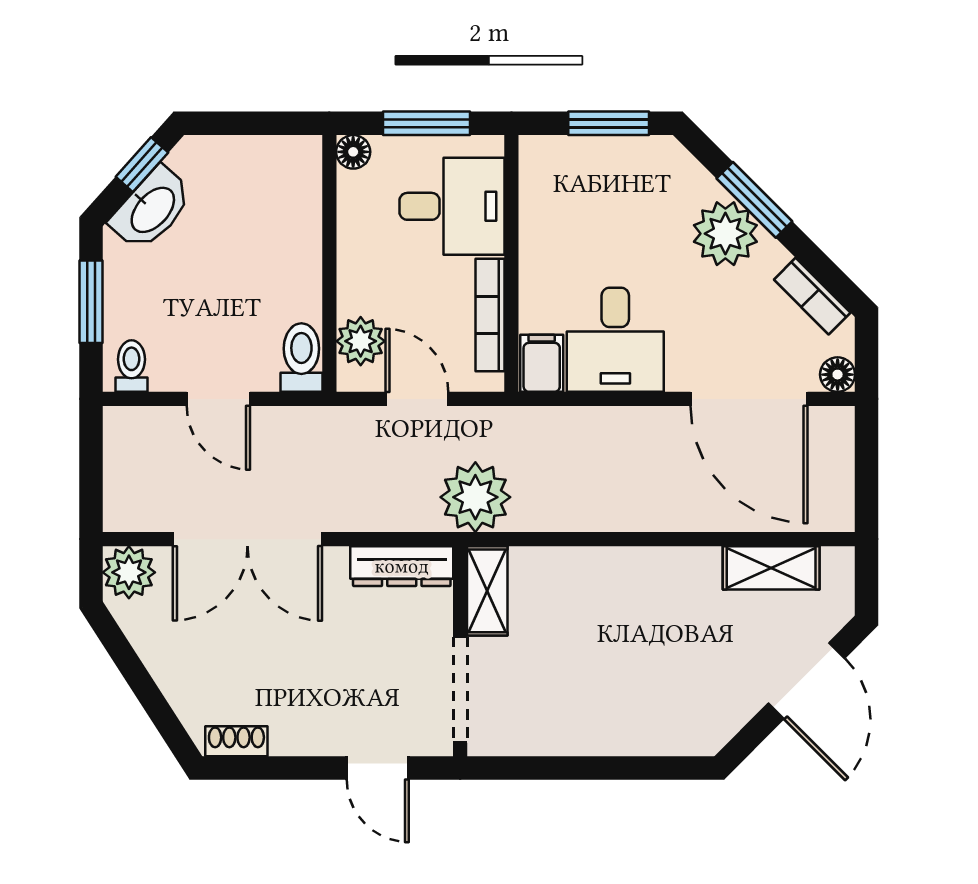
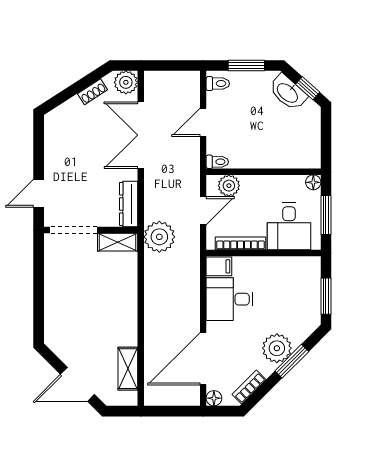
toilet: (301, 358) -> (217, 162), width x0.73, depth x0.72
shoe rack: (236, 741) -> (92, 92), moved, turned 57

